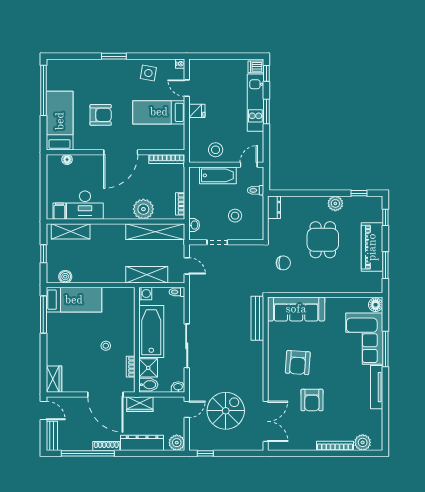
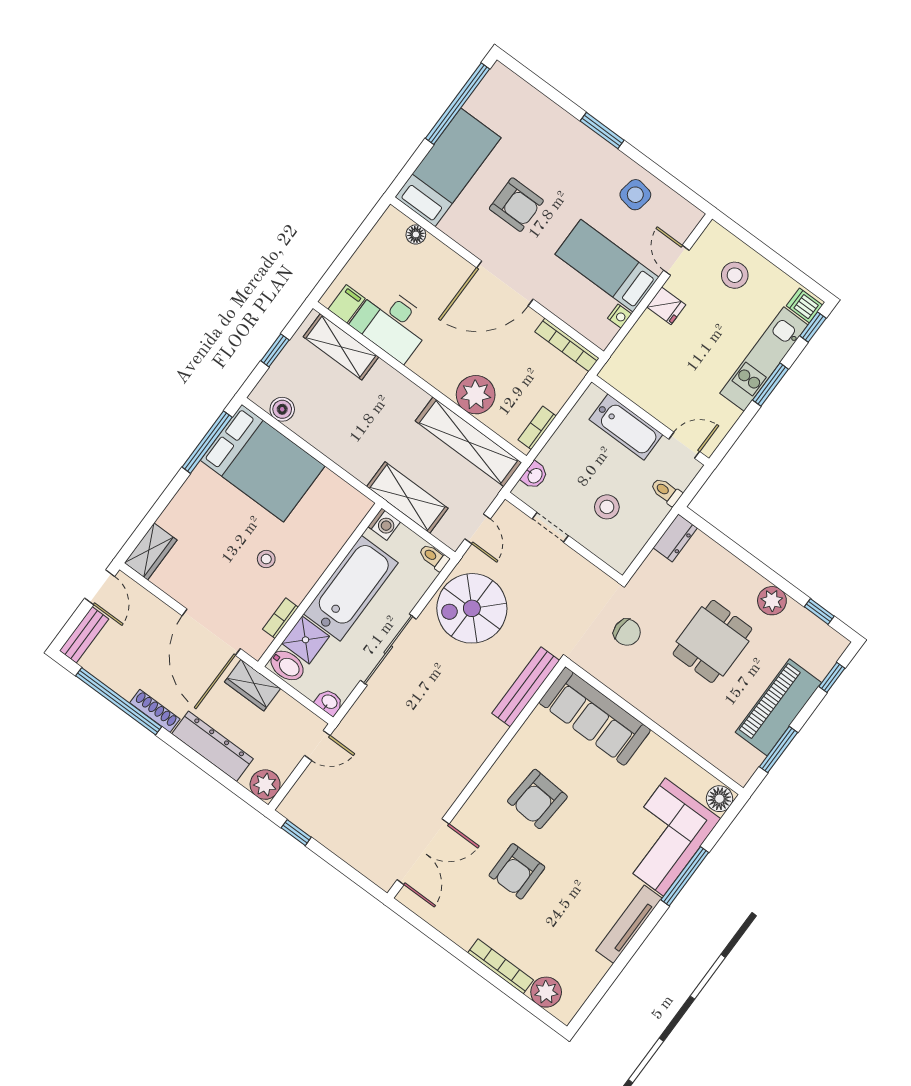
nightstand: (180, 64) -> (620, 316), moved
stool: (216, 150) -> (735, 275), moved
bed: (74, 300) -> (263, 463), width x1.50
spiral stairs: (226, 411) -> (472, 608), moved, turned 180

